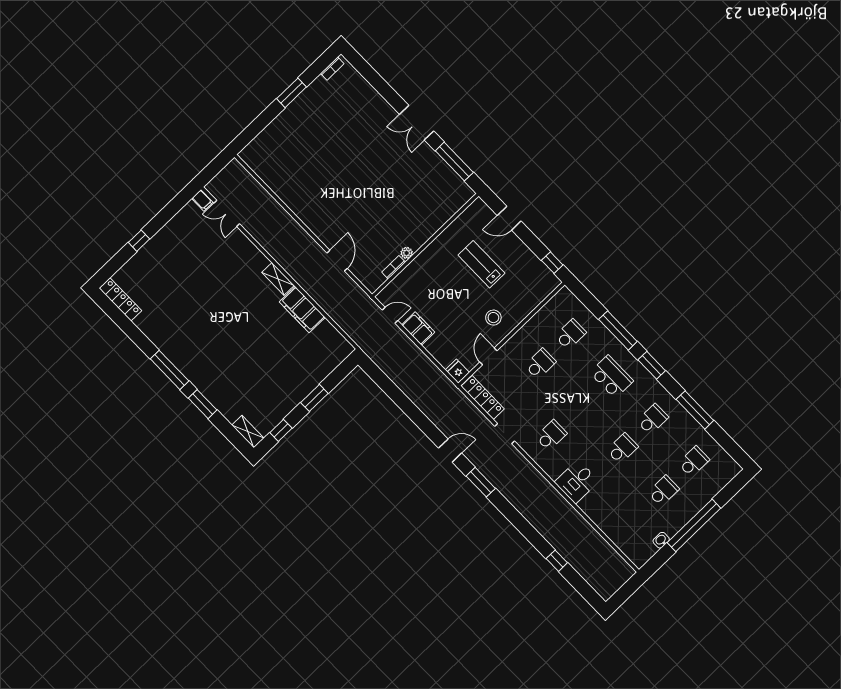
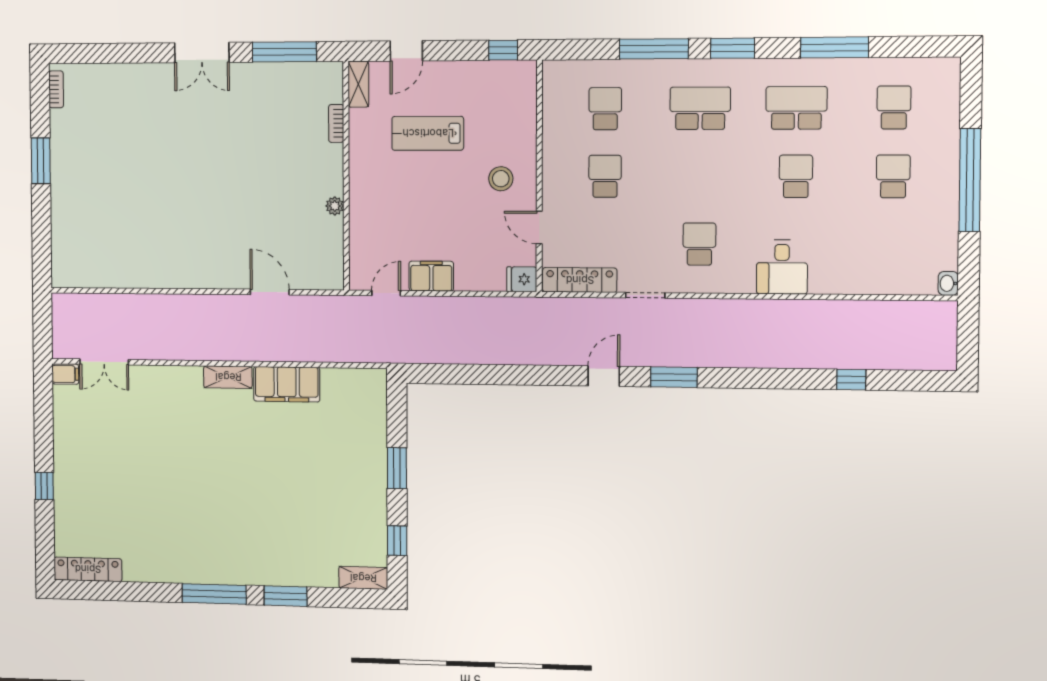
shelving: (473, 211) -> (358, 84), added
bookcase: (394, 267) -> (336, 123), moved
school desk: (653, 419) -> (796, 108), width x1.85
washbasin: (661, 540) -> (948, 283), moved

